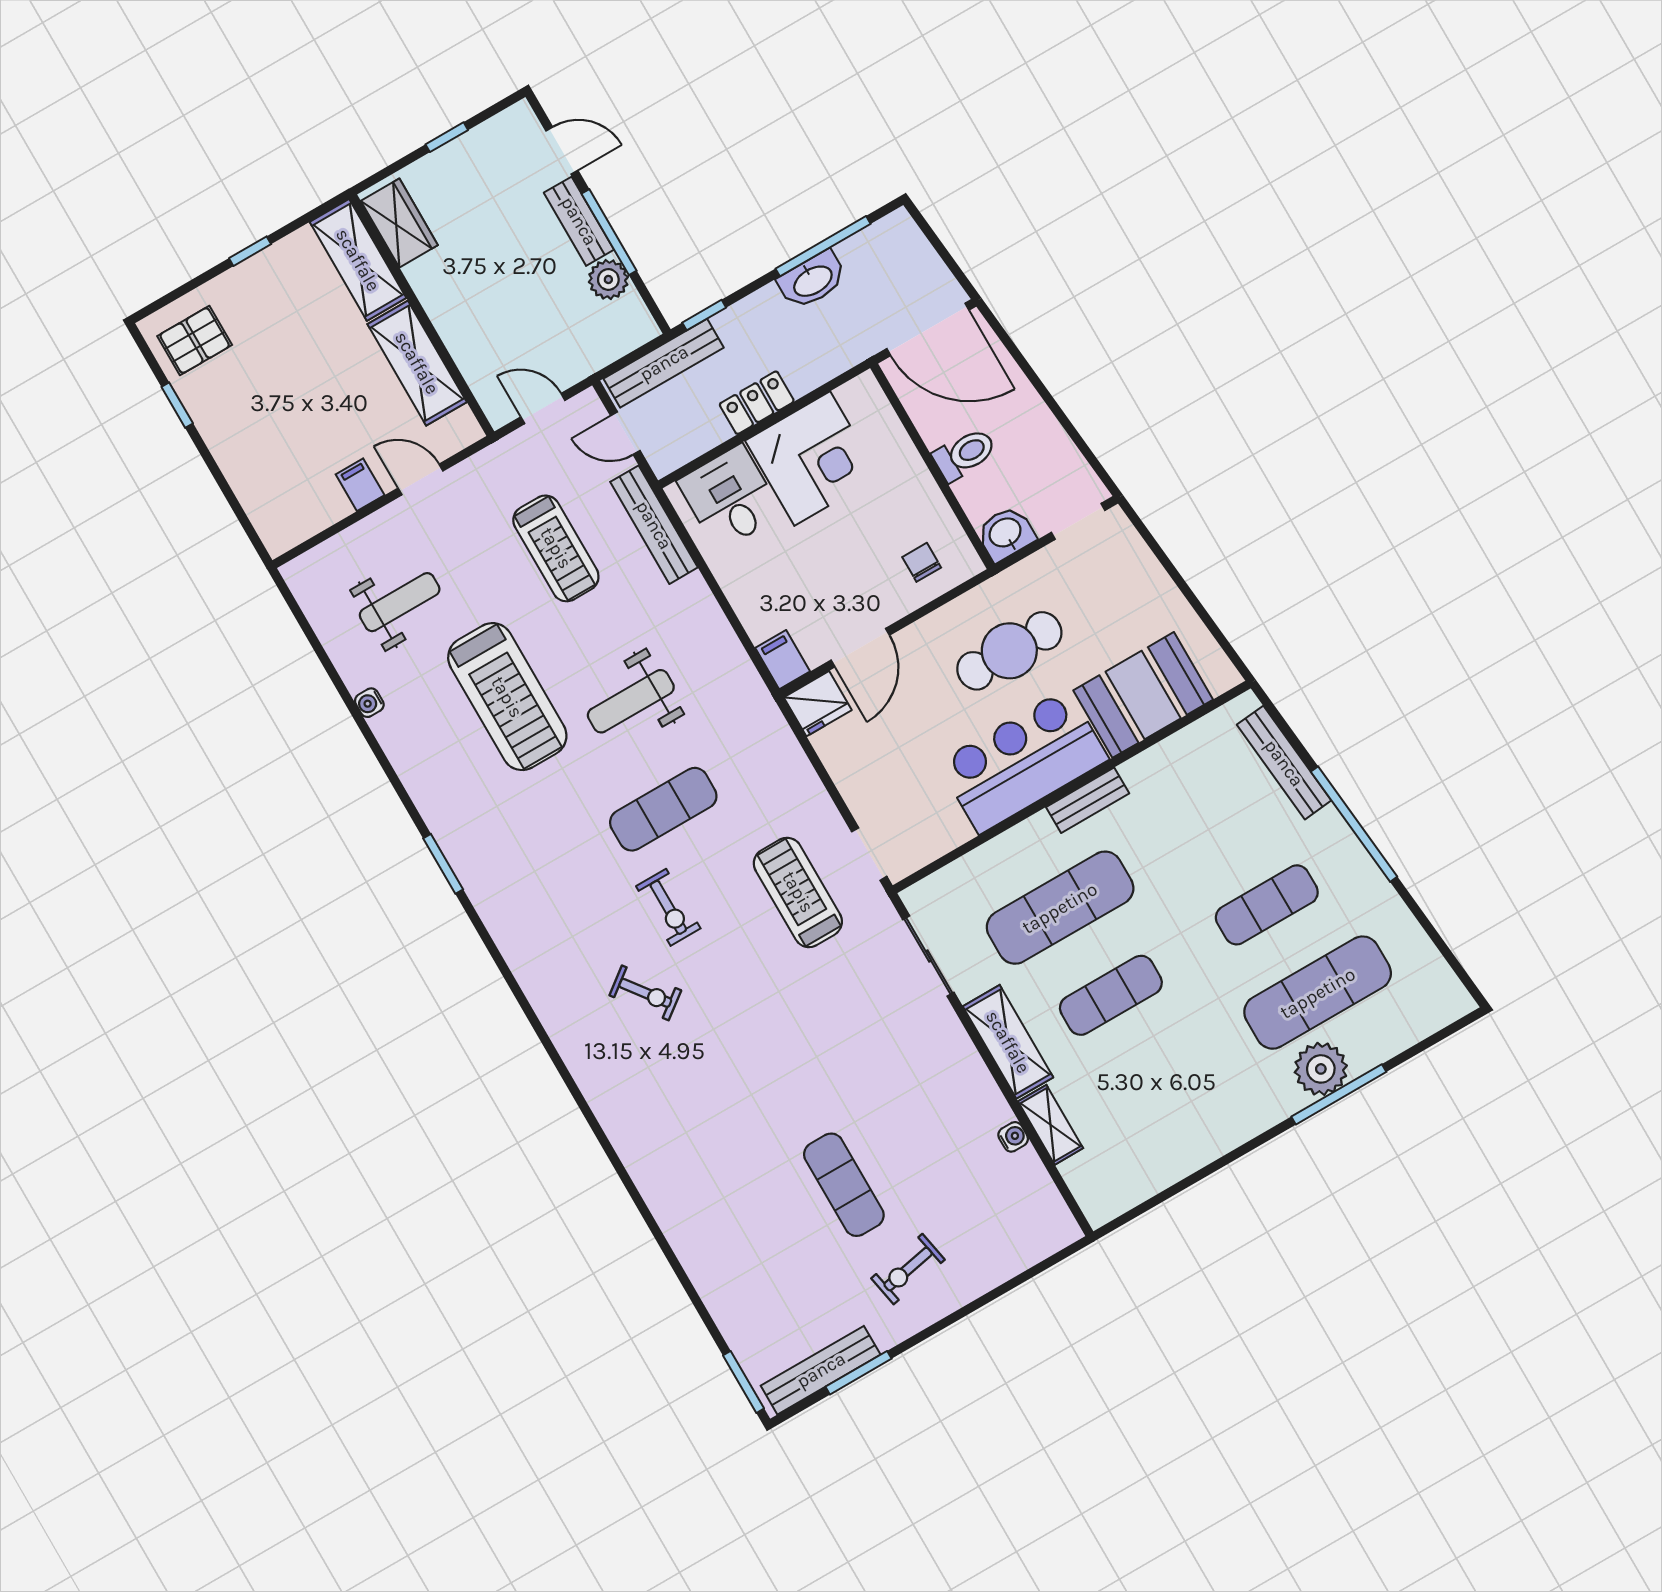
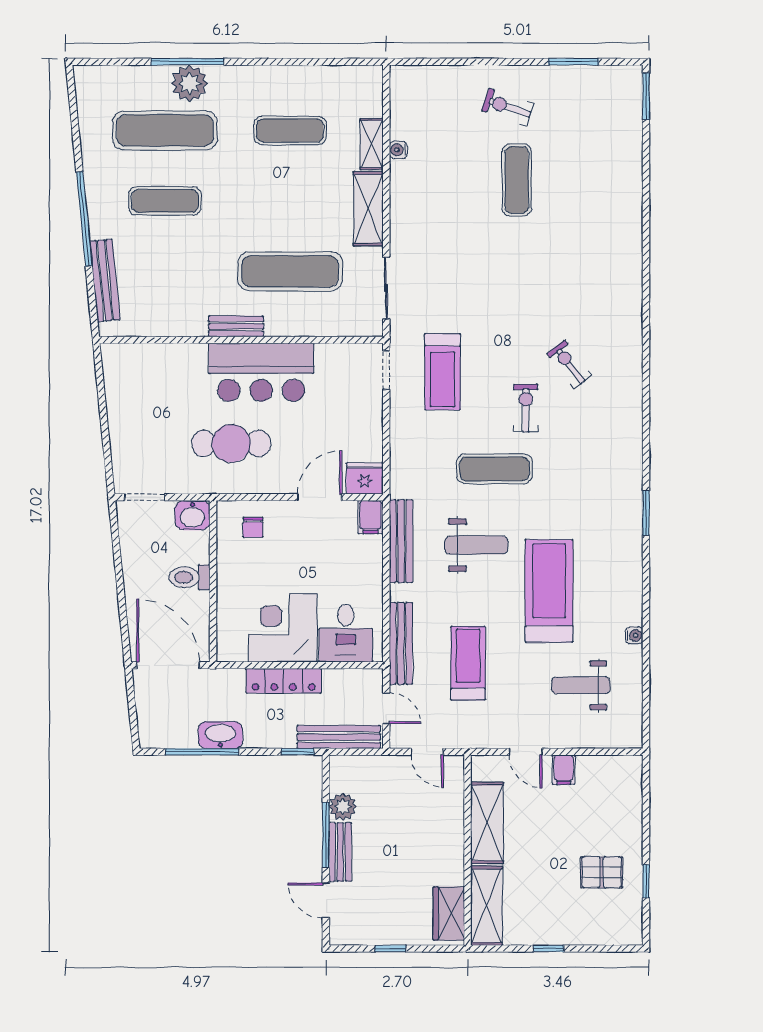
pallet: (195, 341) -> (602, 872), moved
locker: (757, 403) -> (284, 681), width x1.53
booth: (1143, 695) -> (166, 370), removed
exercise mat: (1111, 995) -> (290, 130), moved
exercise bike: (908, 1269) -> (508, 107), turned -150
bench: (821, 1370) -> (401, 541), moved, turned 90

